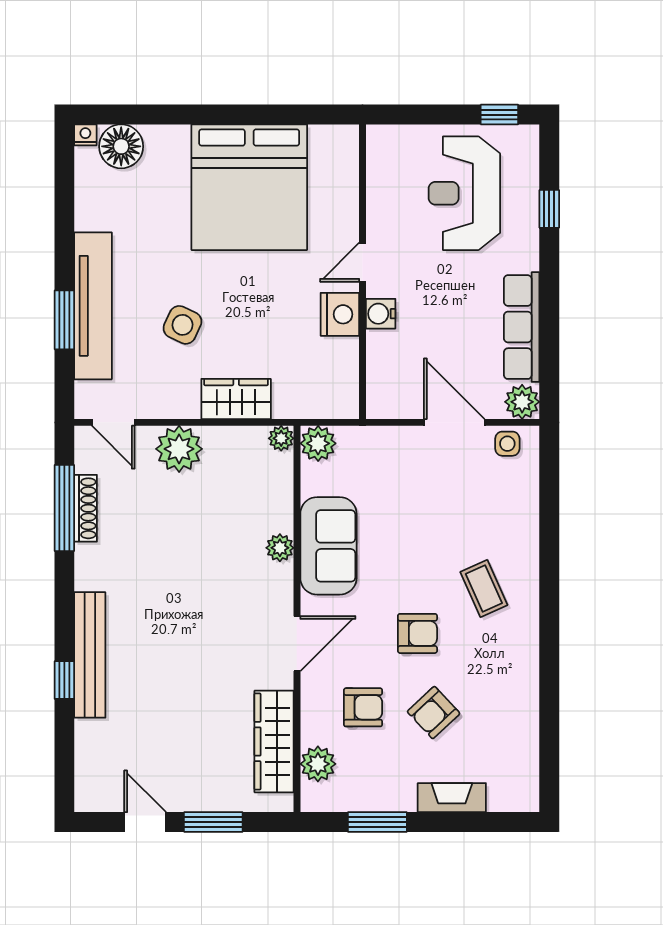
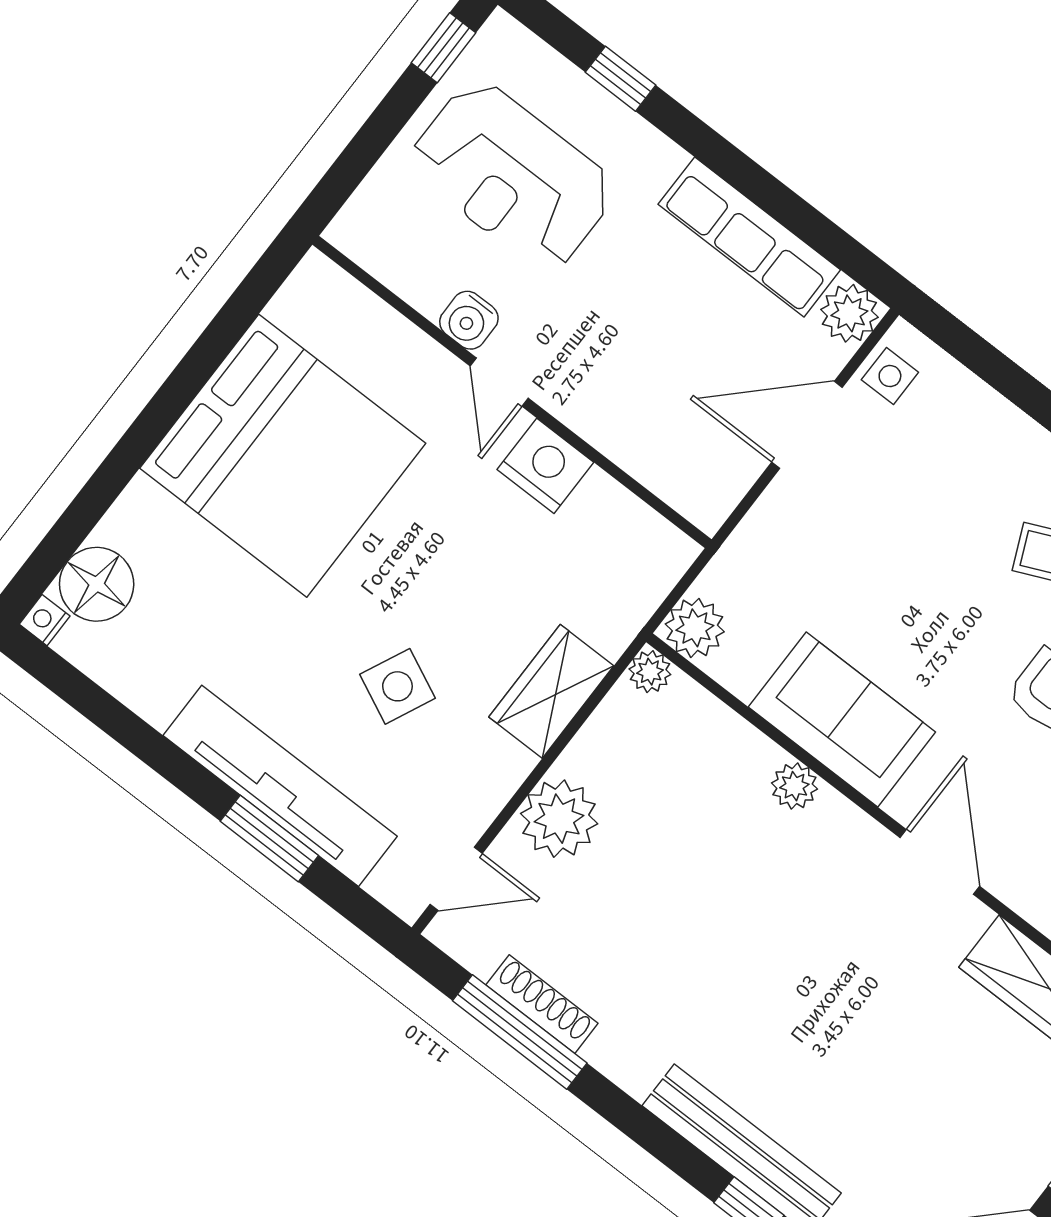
water cooler: (381, 314) -> (469, 320), moved

